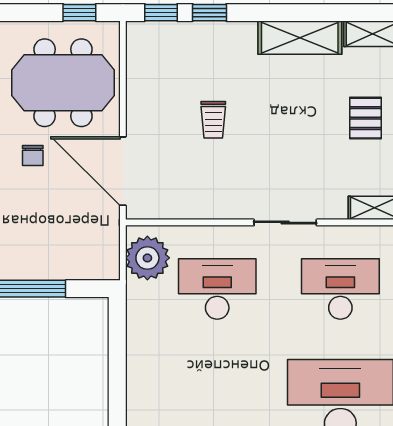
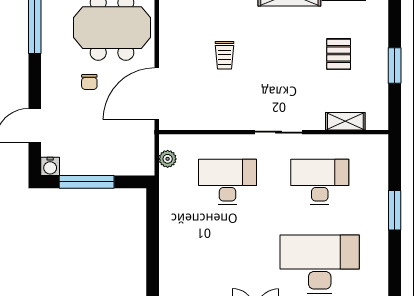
door: (123, 171) -> (157, 94), hinge flipped
plant: (147, 258) -> (168, 159), width x0.53, depth x0.53

